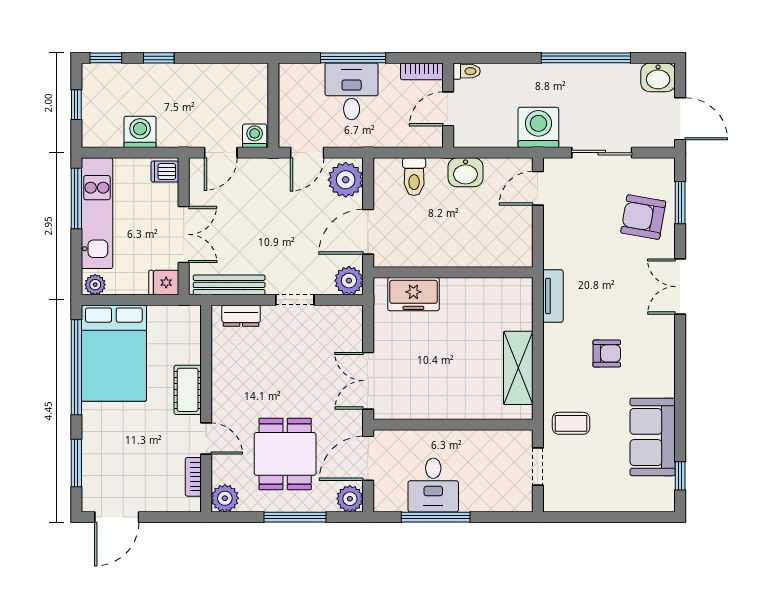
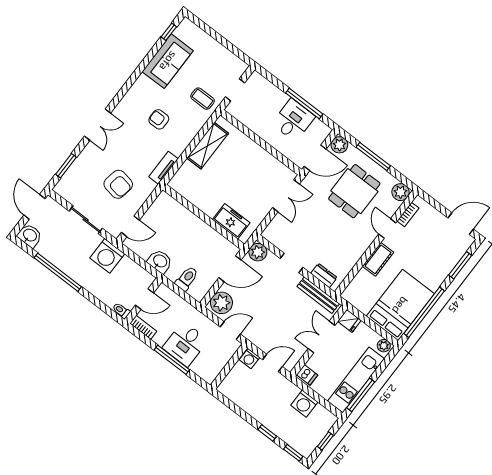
armchair: (643, 217) -> (118, 184), moved

